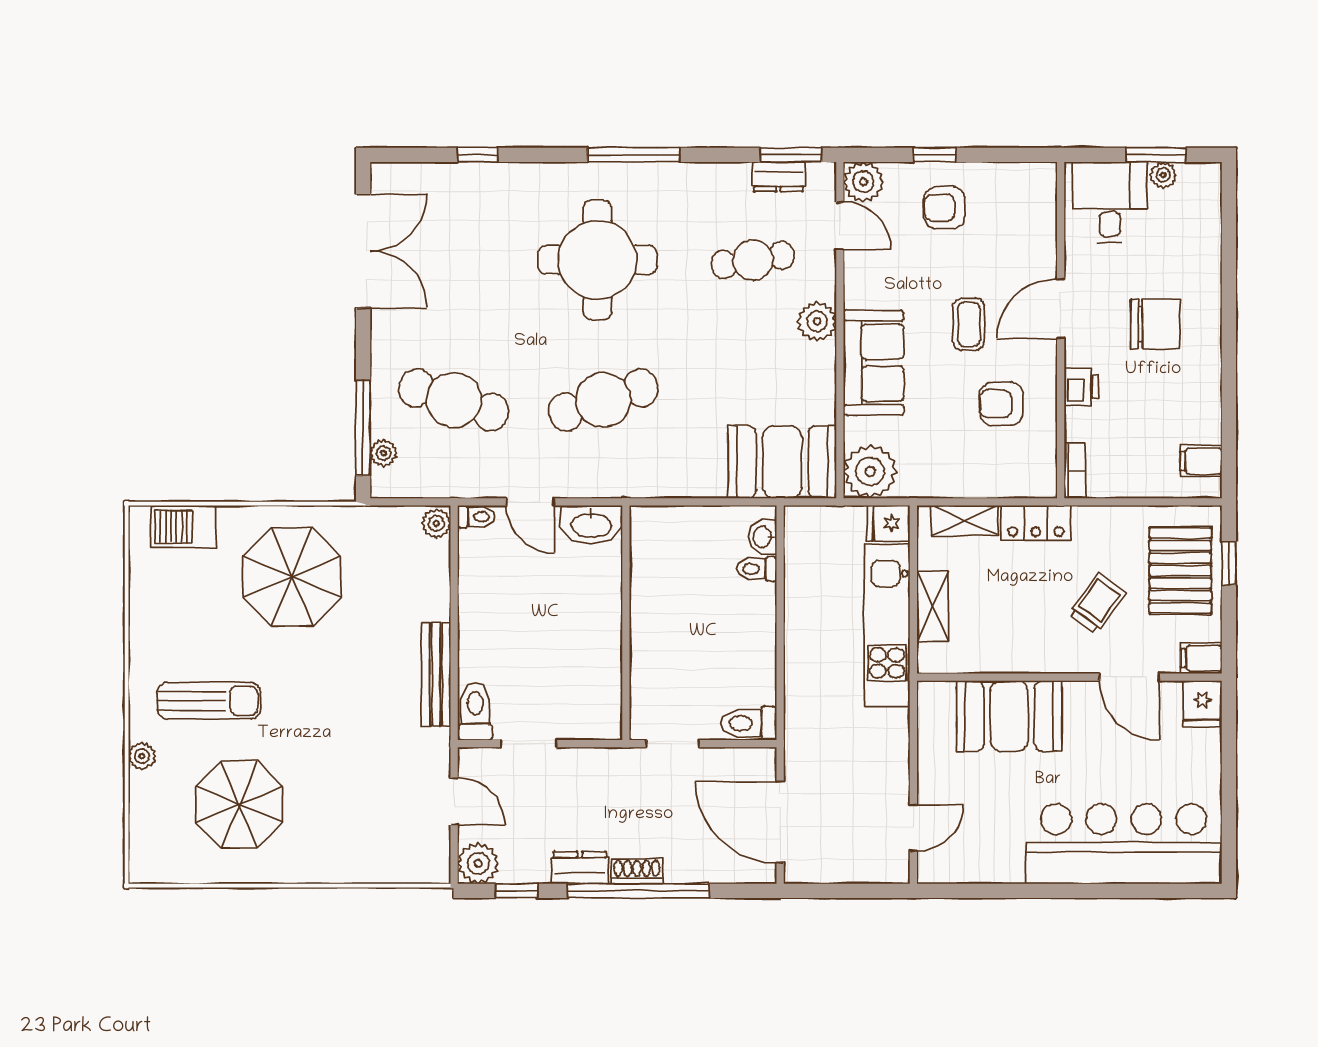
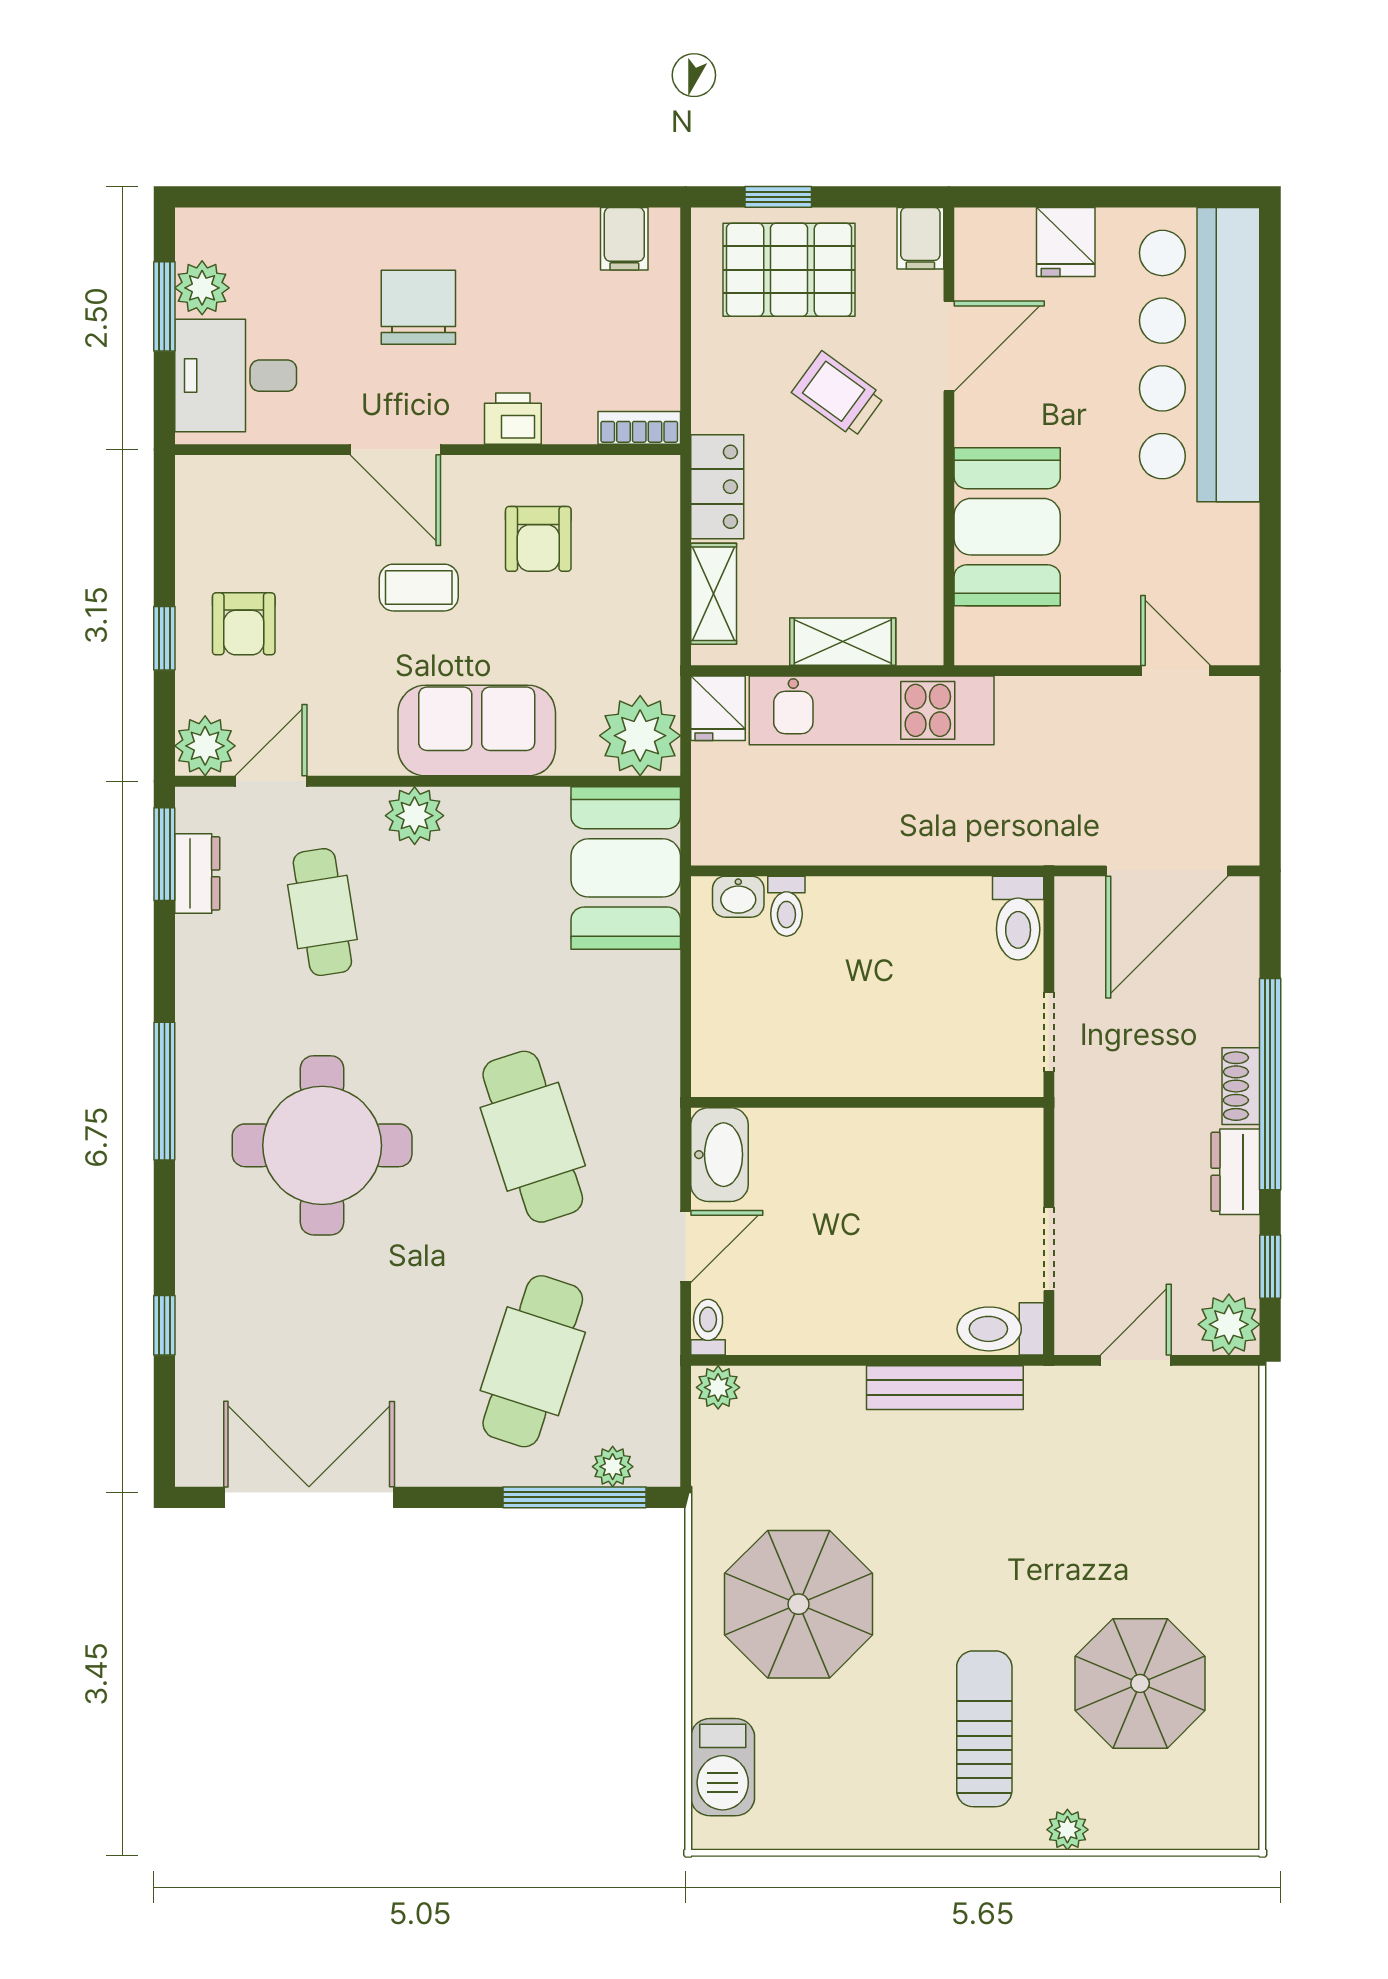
plant: (1163, 175) -> (202, 288), width x1.38, depth x1.38
fridge: (1202, 704) -> (1066, 242), moved, turned 90

